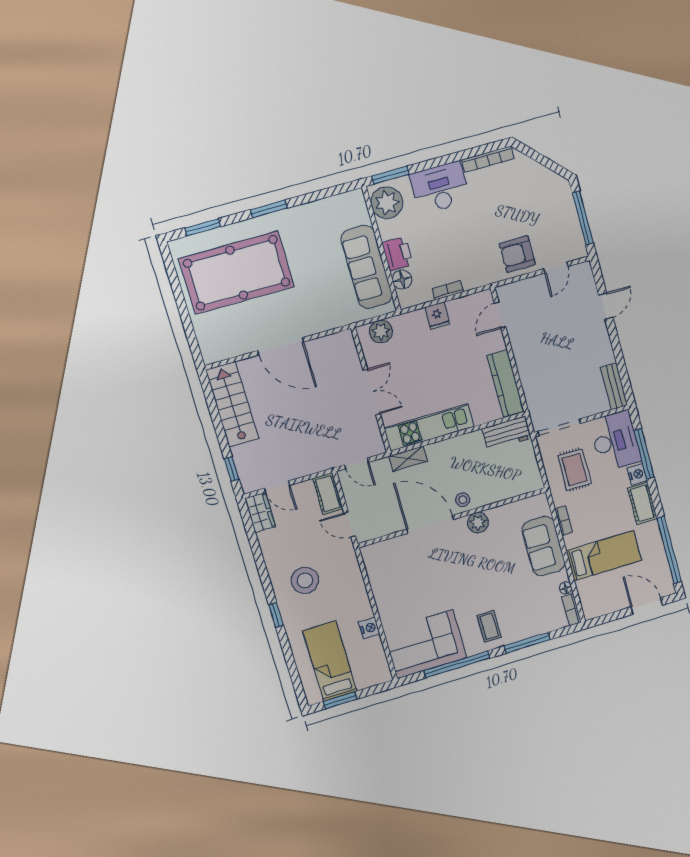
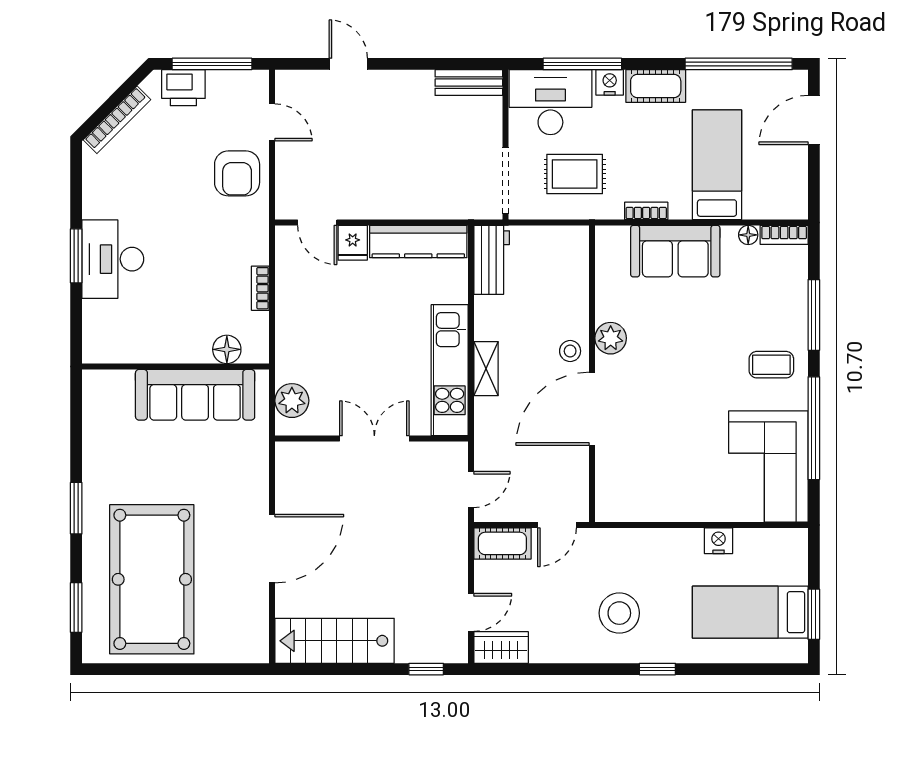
bookcase: (488, 159) -> (117, 120), moved, turned 45
window: (390, 175) -> (76, 256), moved
plant: (387, 203) -> (113, 341), removed
printer: (397, 254) -> (183, 88), moved, turned 180
fridge: (437, 316) -> (353, 243), moved, turned 90
shelving: (408, 459) -> (486, 369), moved

